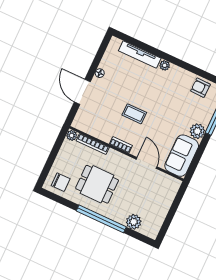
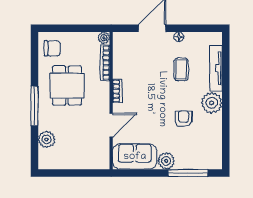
plant: (165, 65) -> (212, 103), width x1.87, depth x1.87
armchair: (200, 88) -> (184, 119), moved
coffee table: (134, 114) -> (181, 69), moved
chair: (61, 182) -> (52, 48), turned -90
window: (101, 219) -> (34, 106), width x0.68

